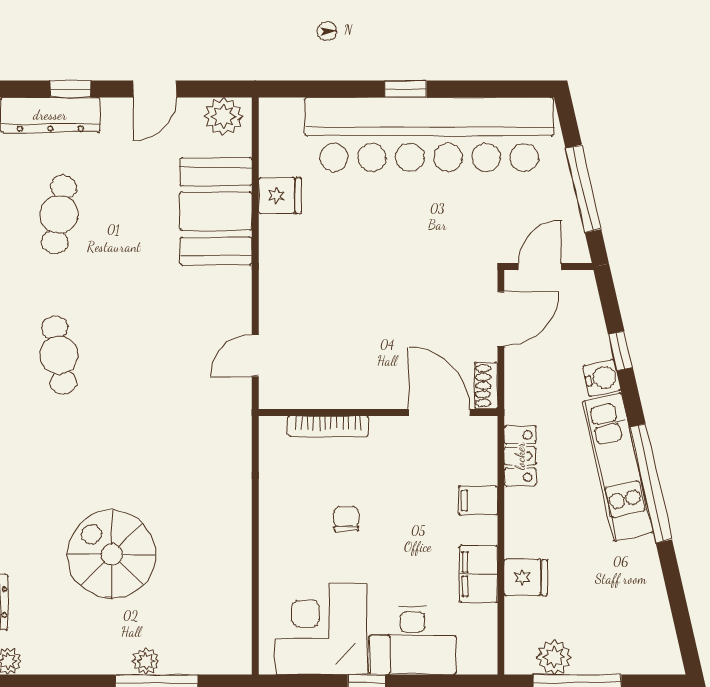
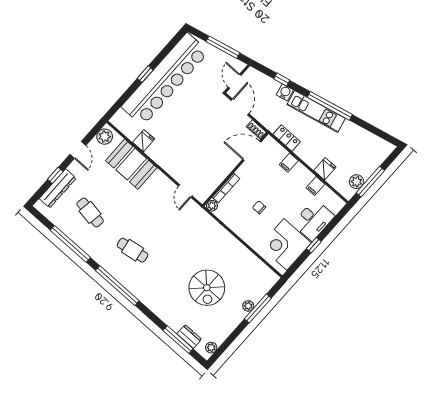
plant: (272, 429) -> (212, 206), added
spiral stairs: (112, 554) -> (207, 288), turned -90
filing cabinet: (478, 574) -> (315, 186), width x0.50

